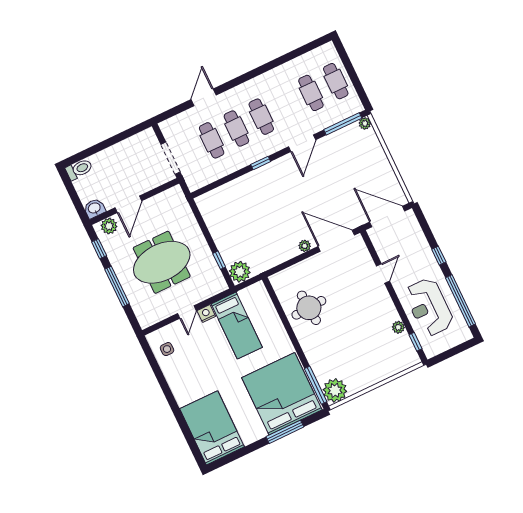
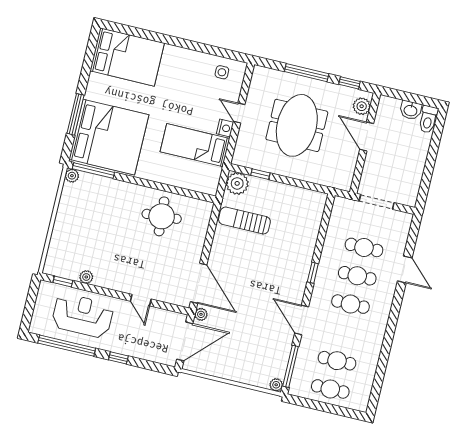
washbasin: (94, 208) -> (411, 110), moved, turned 90
door: (336, 241) -> (199, 283), hinge flipped
sun lounger: (263, 244) -> (244, 221), added
plant: (305, 246) -> (201, 314), moved
plant: (335, 390) -> (72, 176), width x0.53, depth x0.53

